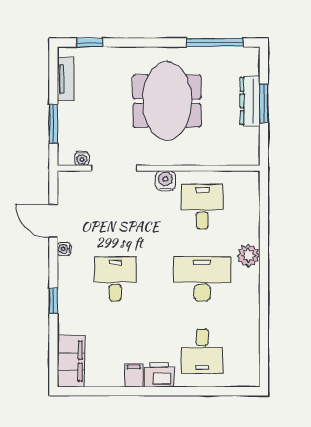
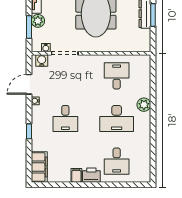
plant: (69, 113) -> (38, 21), added
water cooler: (165, 181) -> (42, 61), moved
door: (53, 221) -> (29, 84), hinge flipped
desk: (115, 279) -> (65, 118), turned 180
desk: (202, 279) -> (117, 118), turned 180

